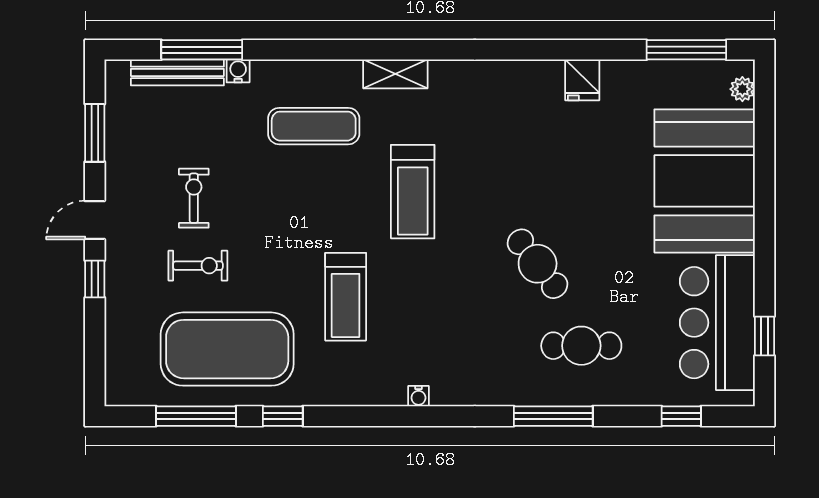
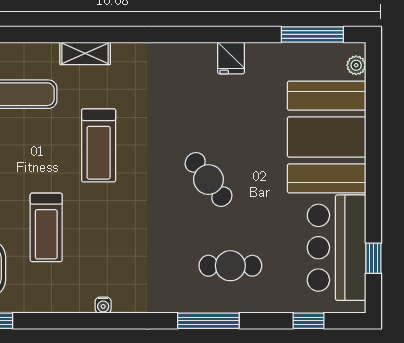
cafe table: (538, 264) -> (208, 180), moved

